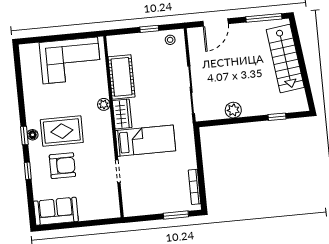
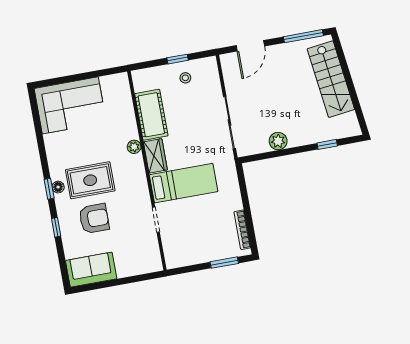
stool: (170, 40) -> (185, 78), moved
corner sofa: (70, 60) -> (70, 105), moved

